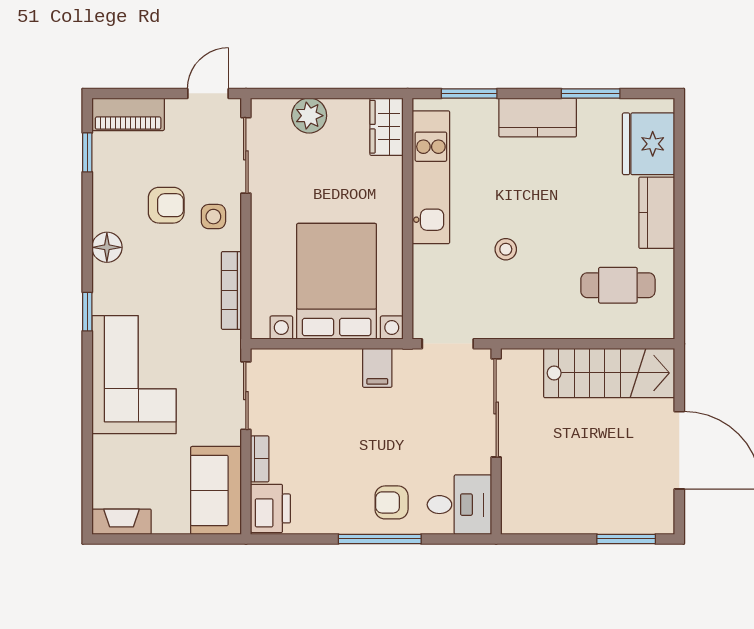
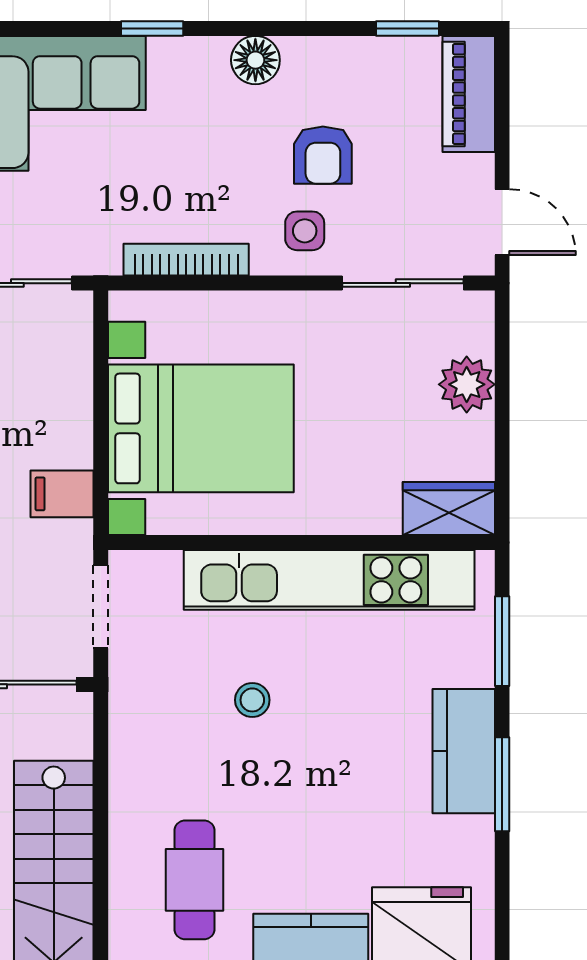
window: (591, 93) -> (502, 784), moved
kitchen unit: (431, 177) -> (329, 580), width x1.36

